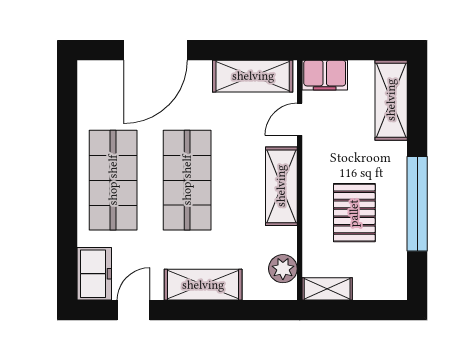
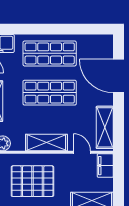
pallet: (354, 213) -> (32, 181), width x1.37, depth x1.41

